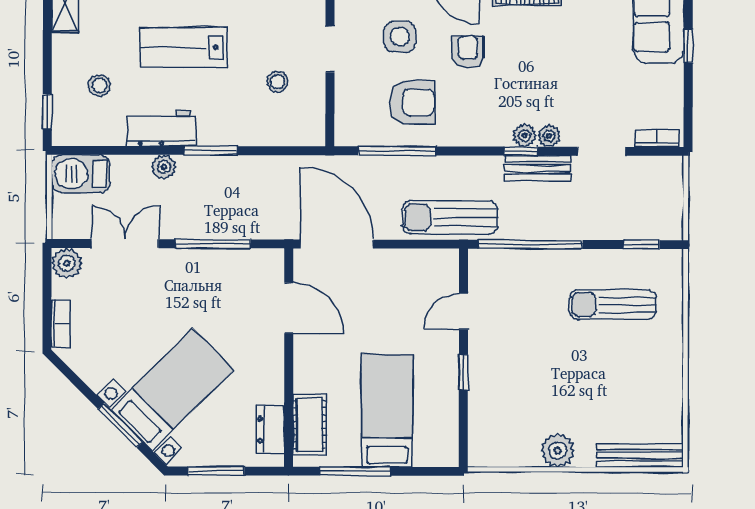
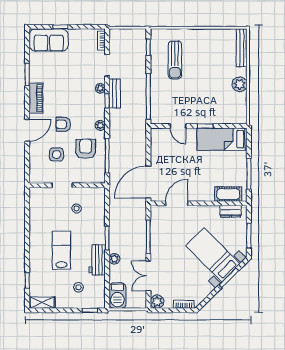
lab bench: (184, 47) -> (61, 250), turned 180
plant: (525, 135) -> (100, 125), moved
sun lounger: (450, 217) -> (136, 132), removed
bed: (387, 411) -> (222, 139), moved

